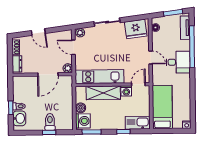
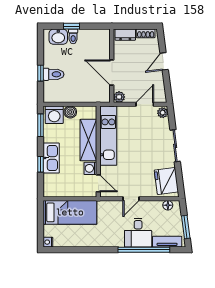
desk: (178, 62) -> (138, 233), moved
kitchen sink: (138, 123) -> (51, 158), moved

